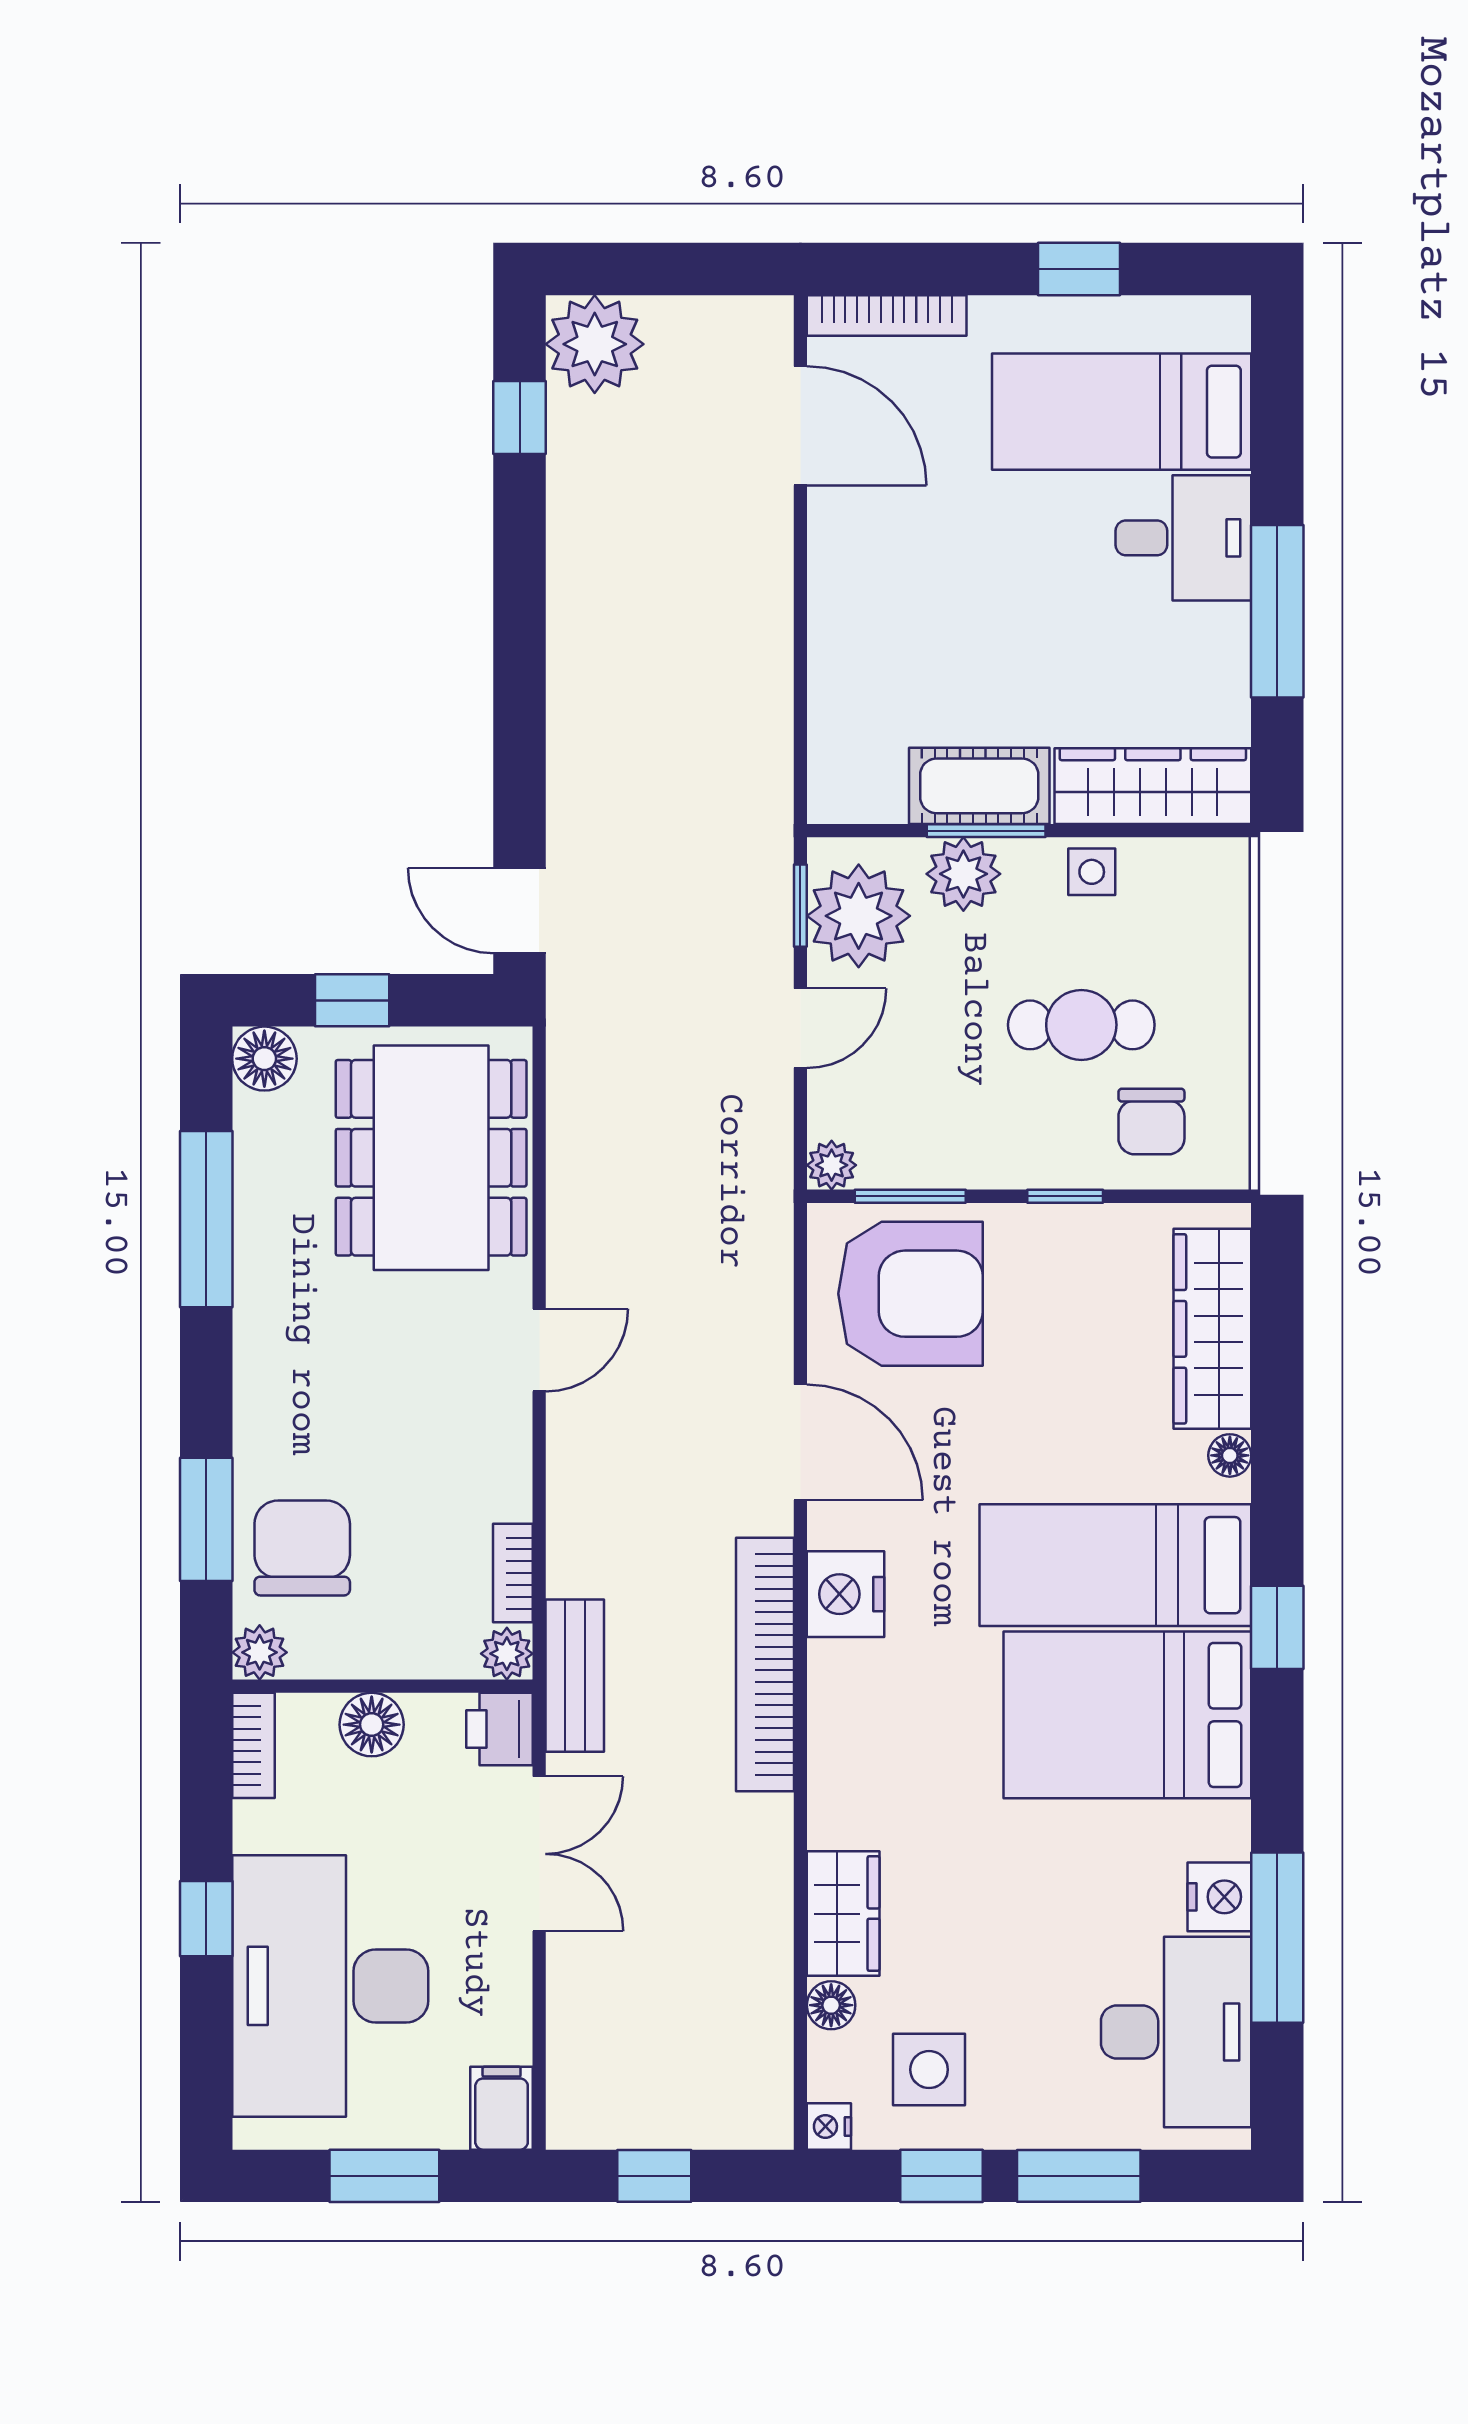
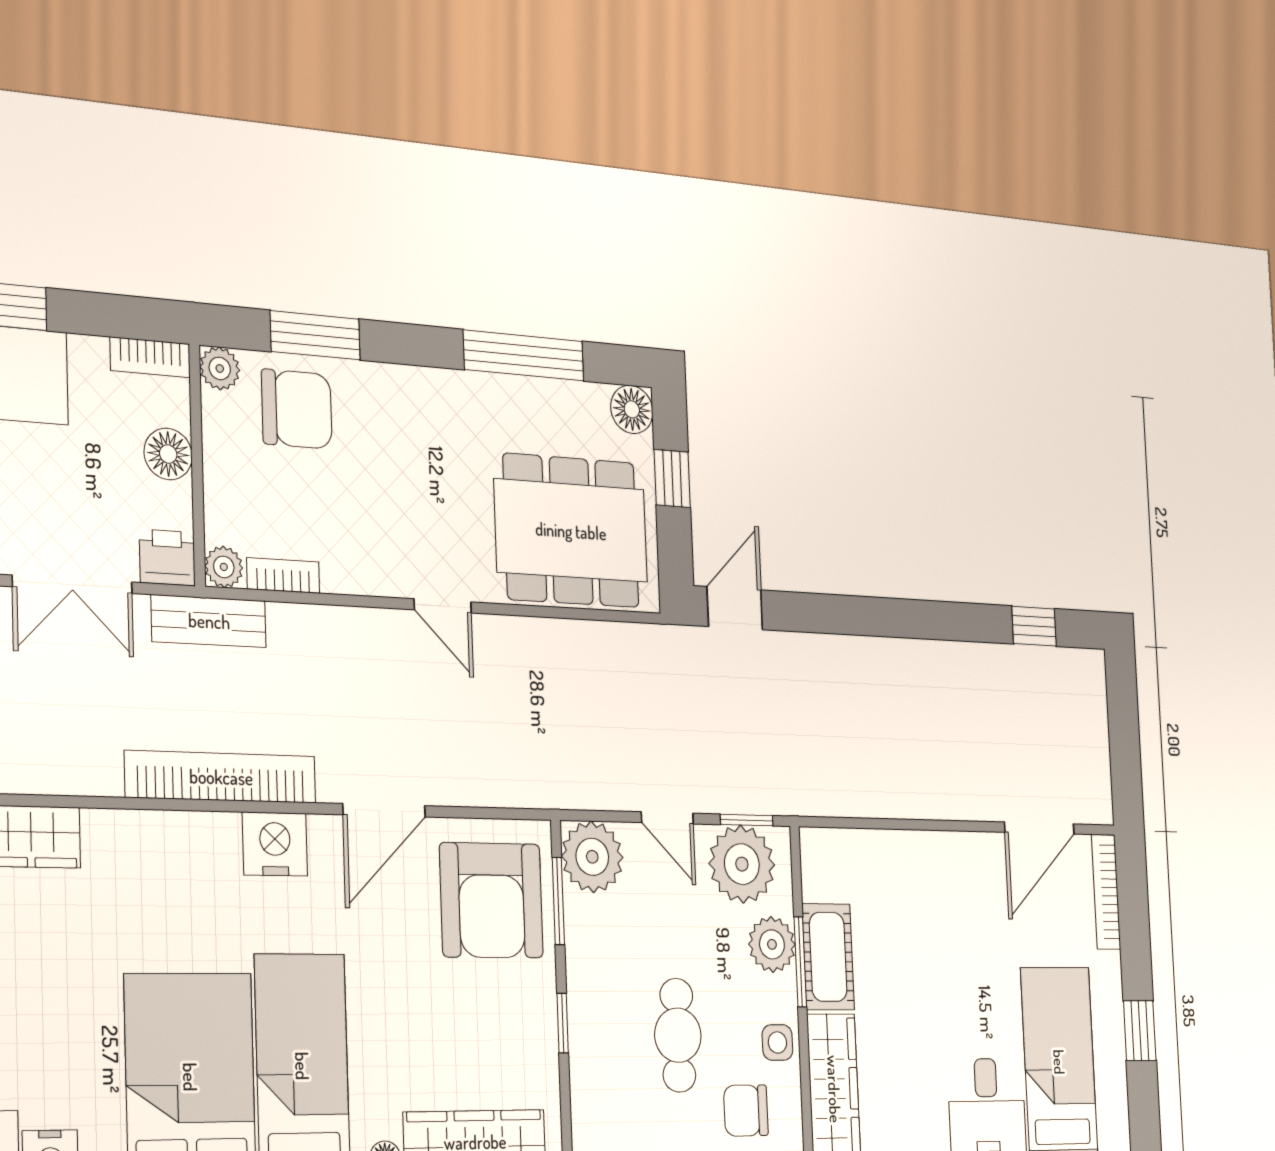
plant: (595, 344) -> (1079, 682), removed
chair: (1151, 1121) -> (746, 1110), moved
plant: (832, 1165) -> (592, 857), width x1.87, depth x1.87

